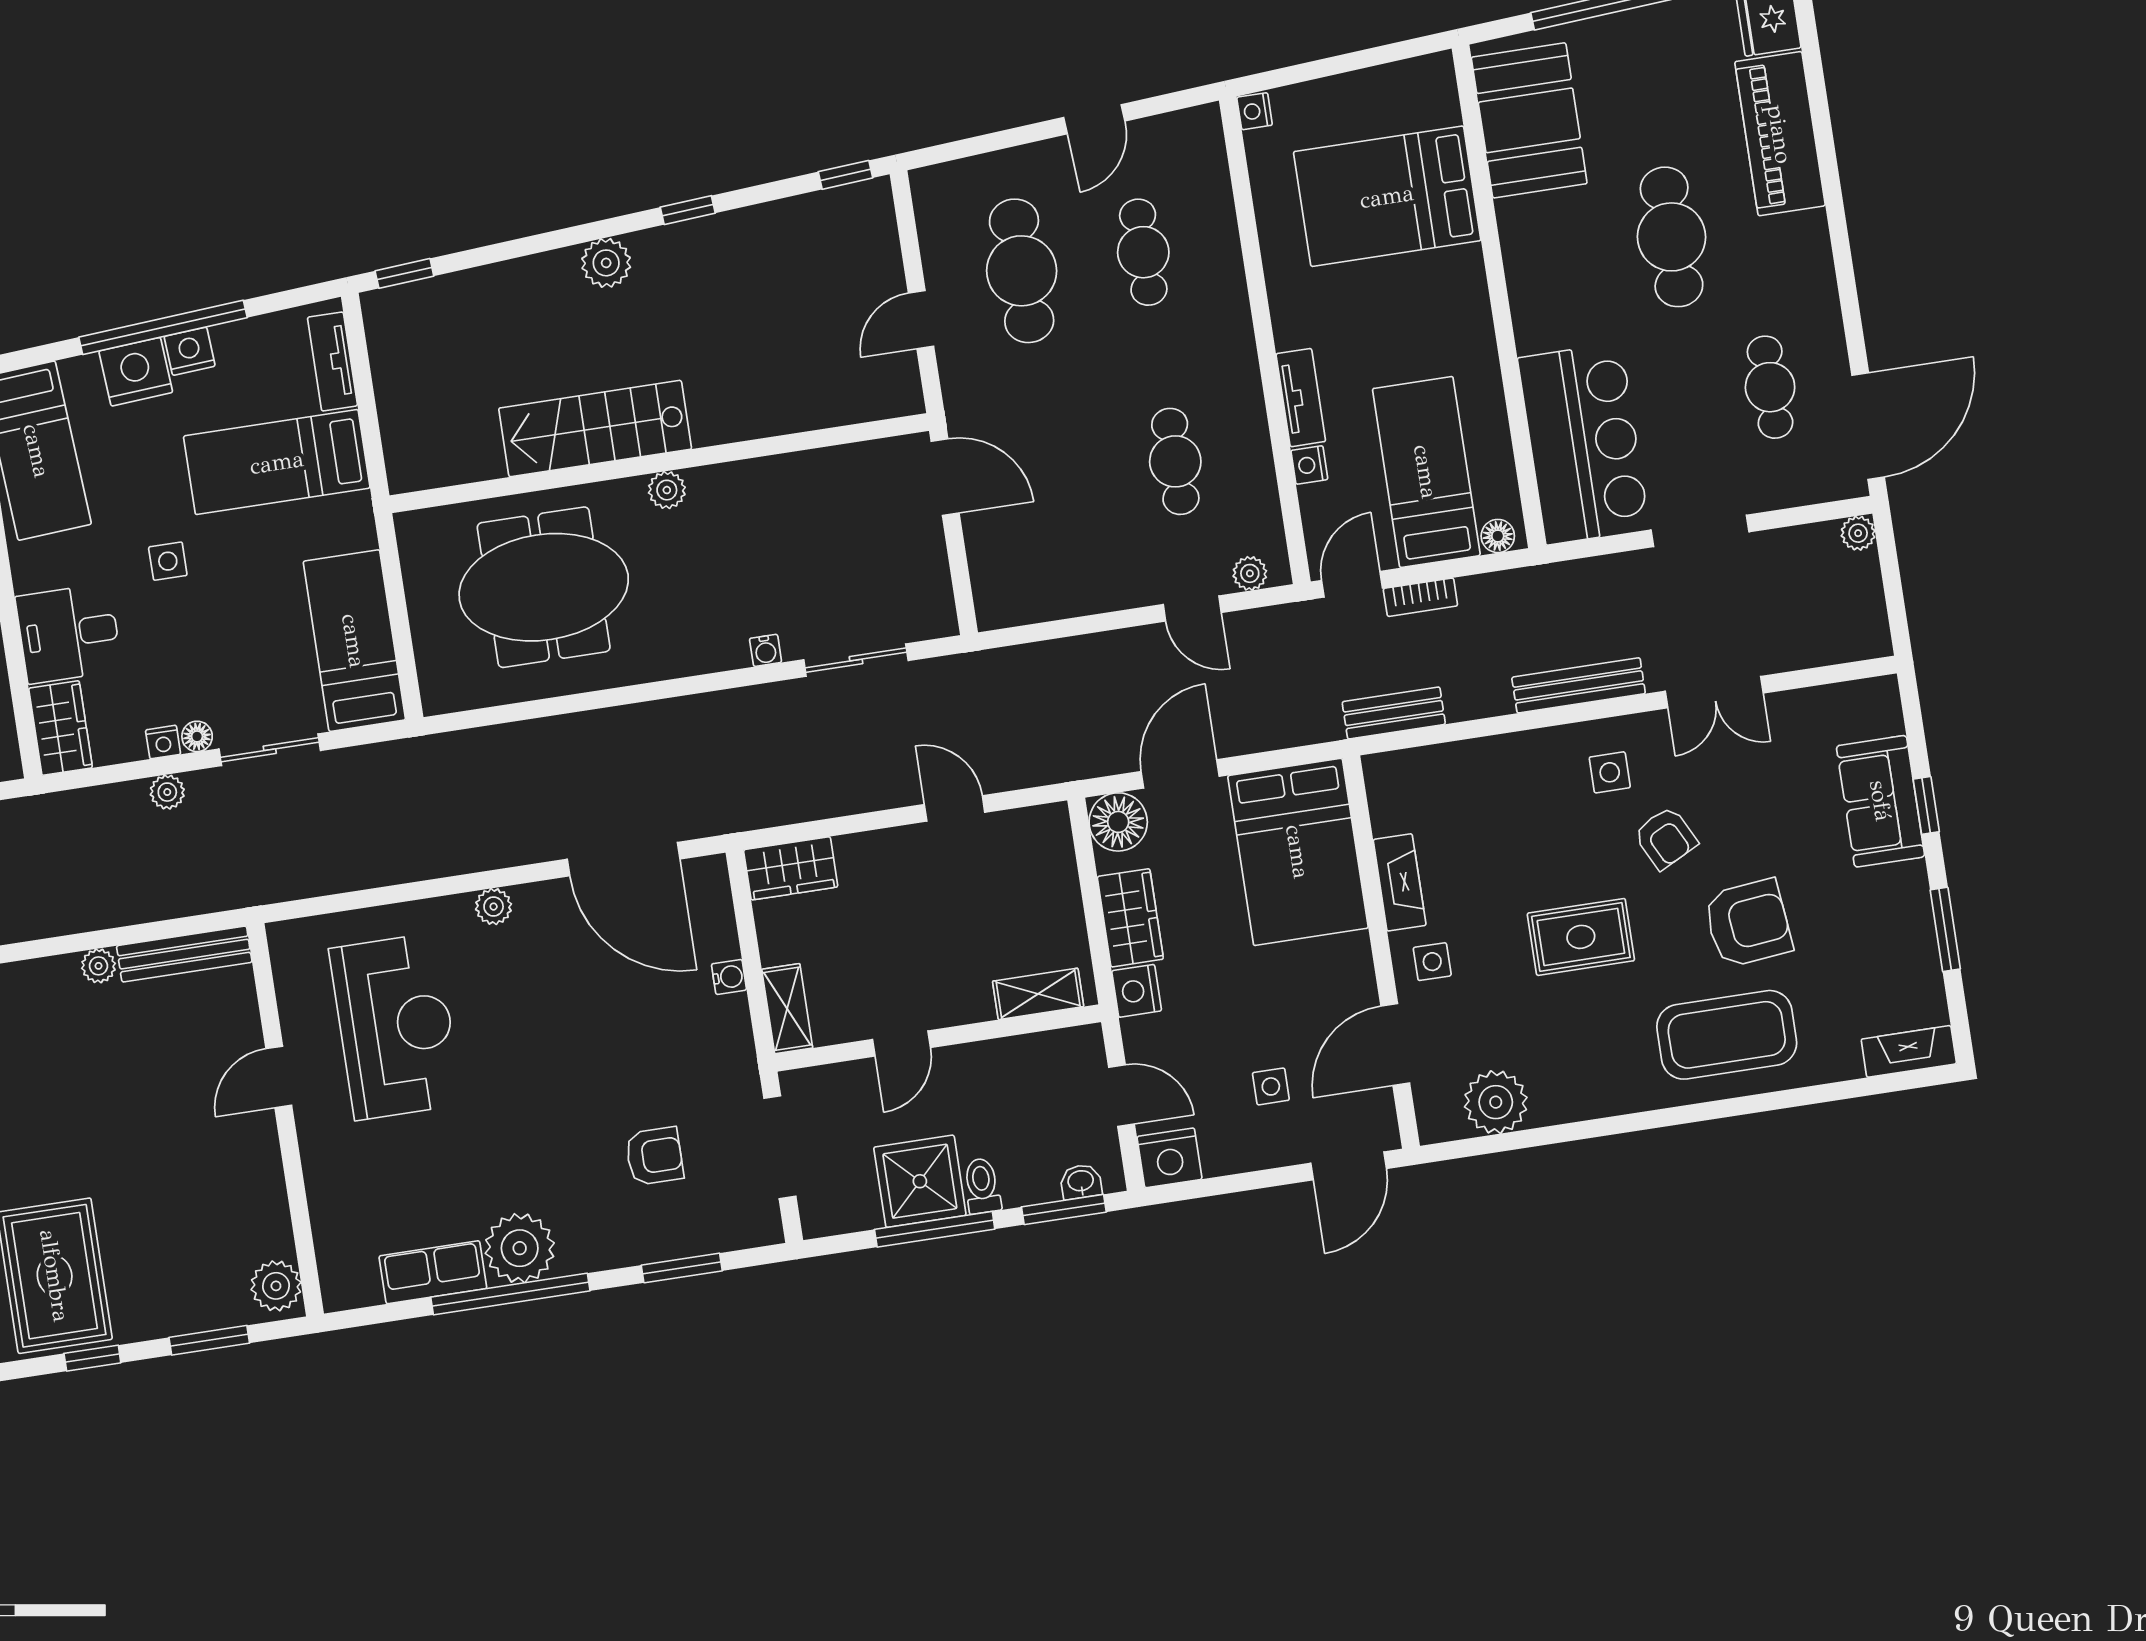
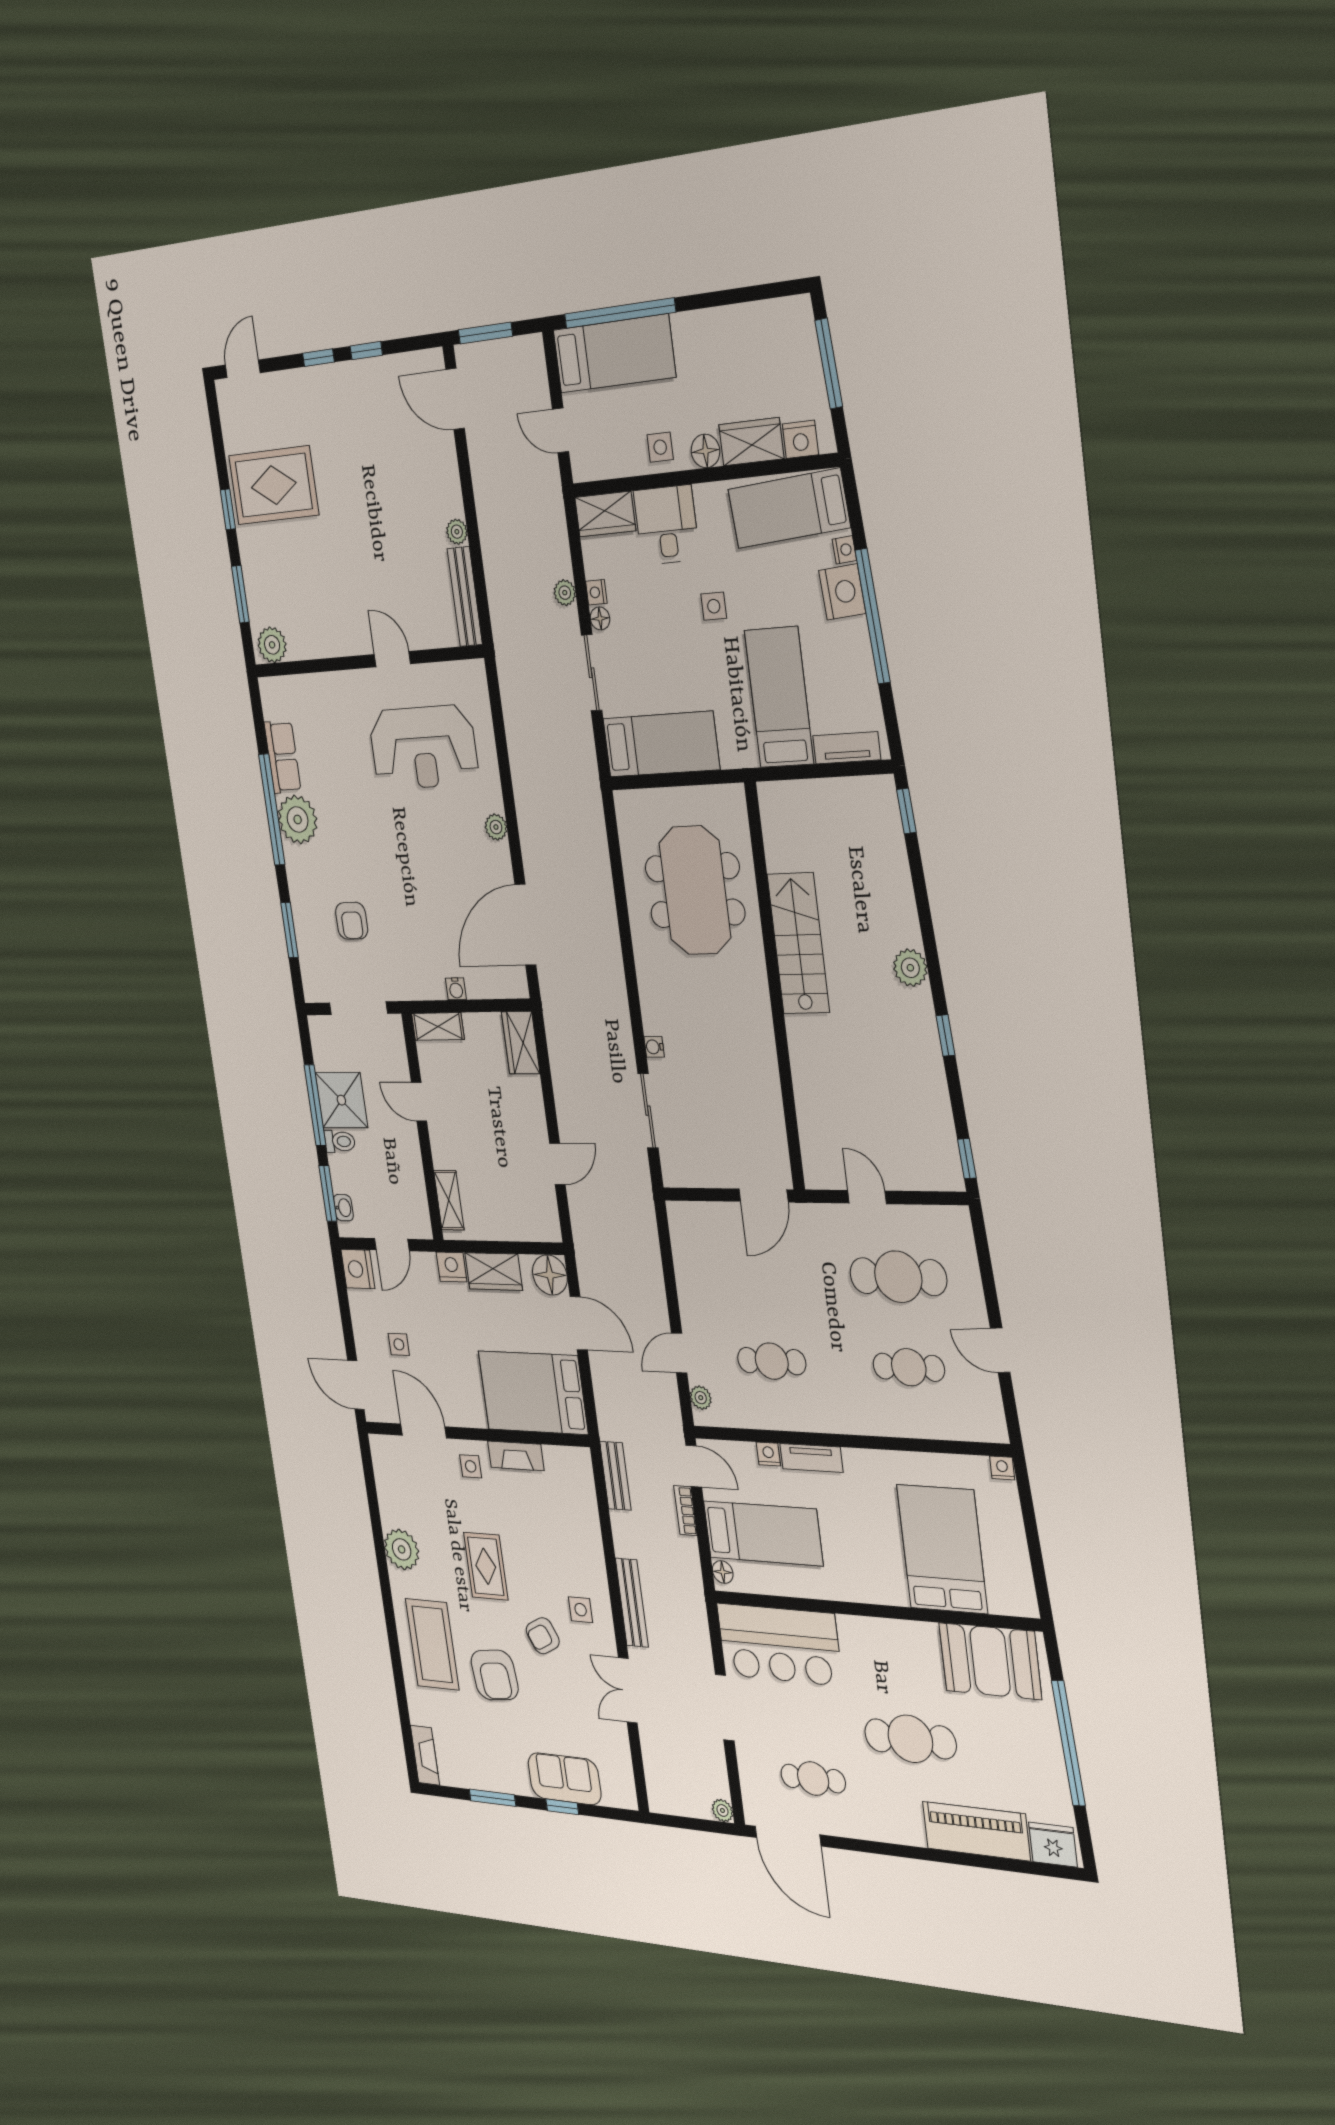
nightstand: (190, 351) -> (844, 550), moved, width x0.72, depth x0.74
plant: (667, 490) -> (757, 991), removed
plant: (1496, 1102) -> (402, 1549), moved

